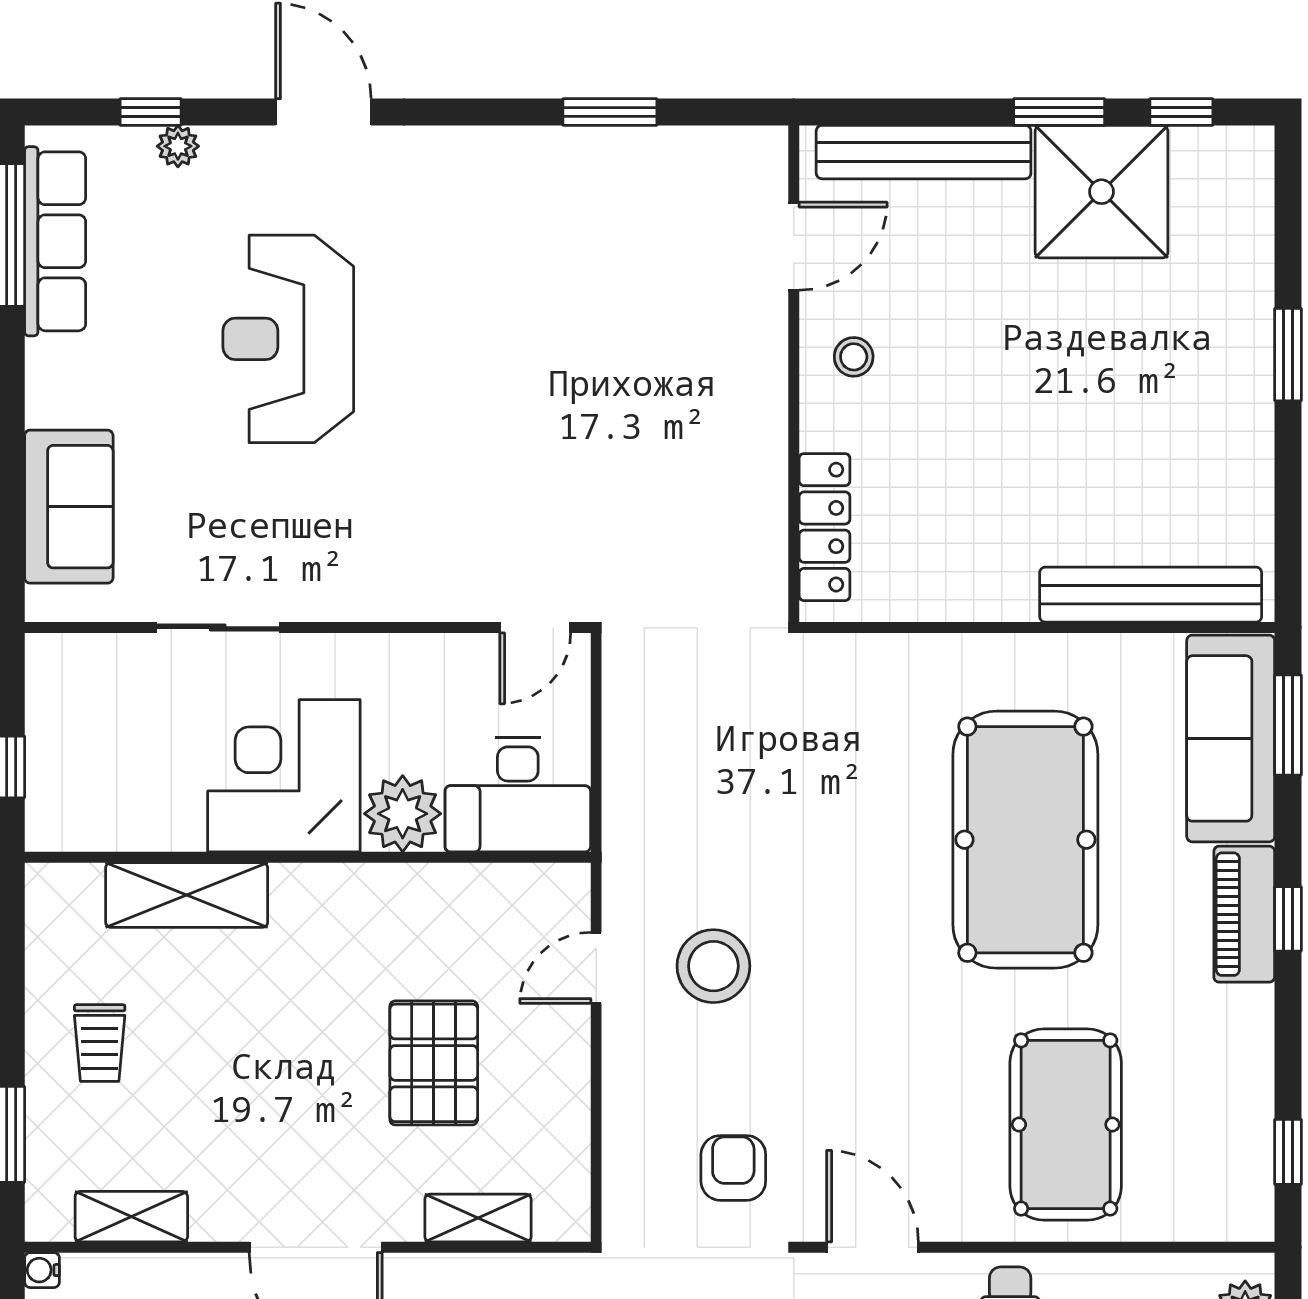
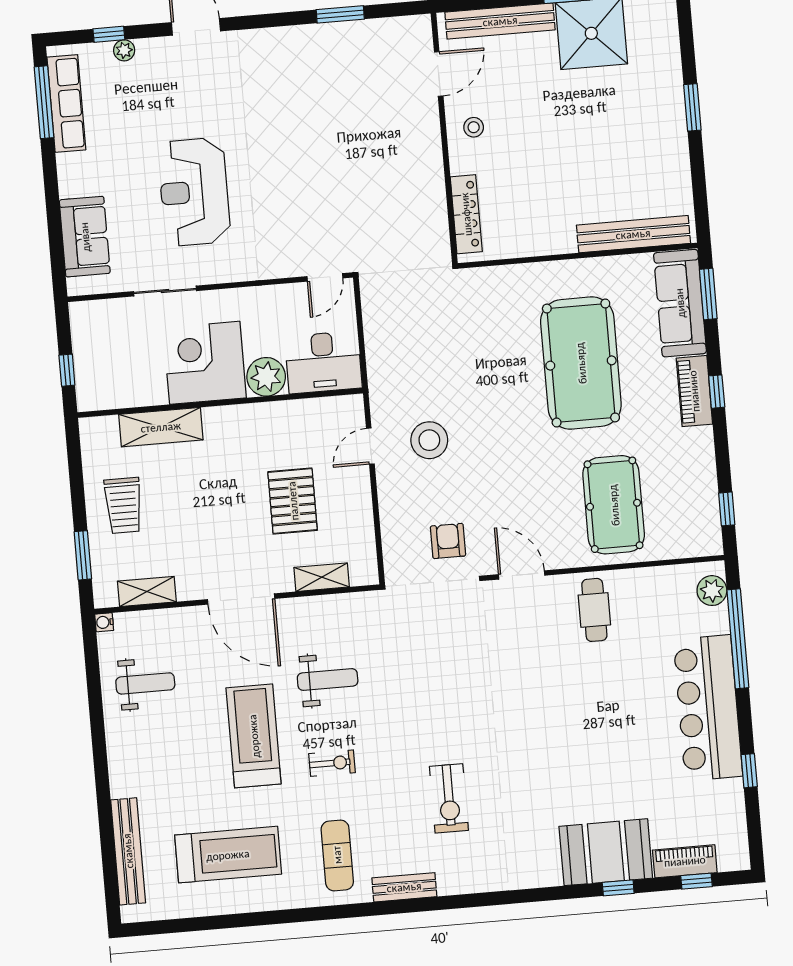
reception desk: (288, 339) -> (194, 192), moved
trolley: (100, 1043) -> (123, 505), width x1.36, depth x1.39

